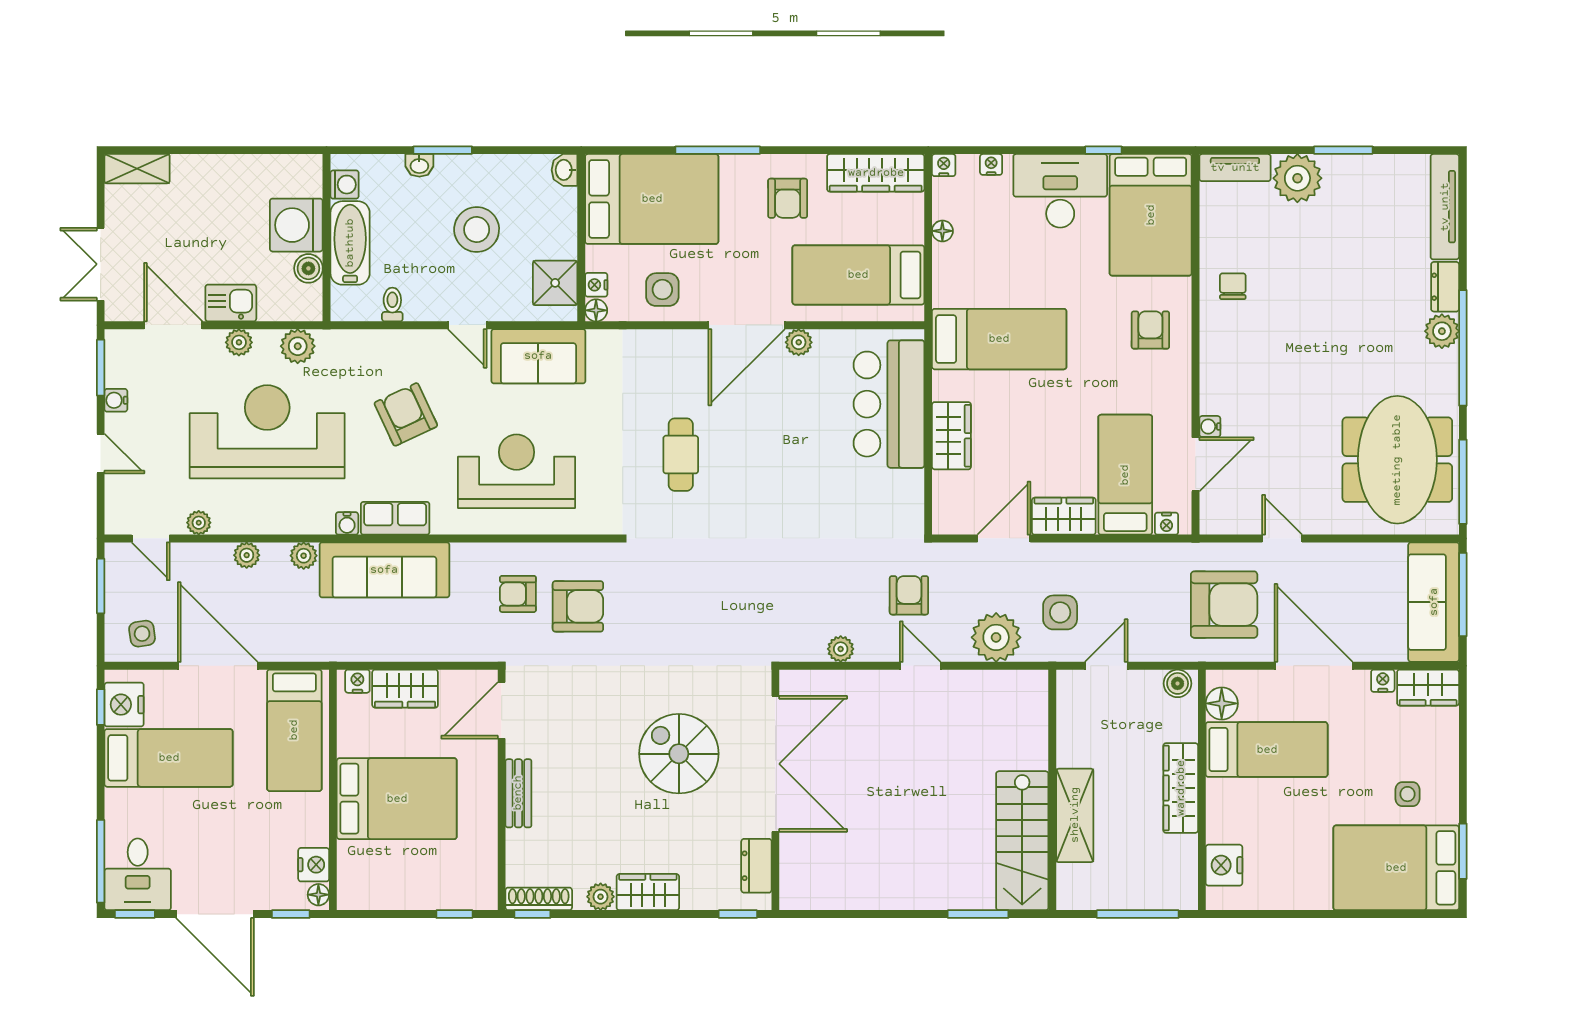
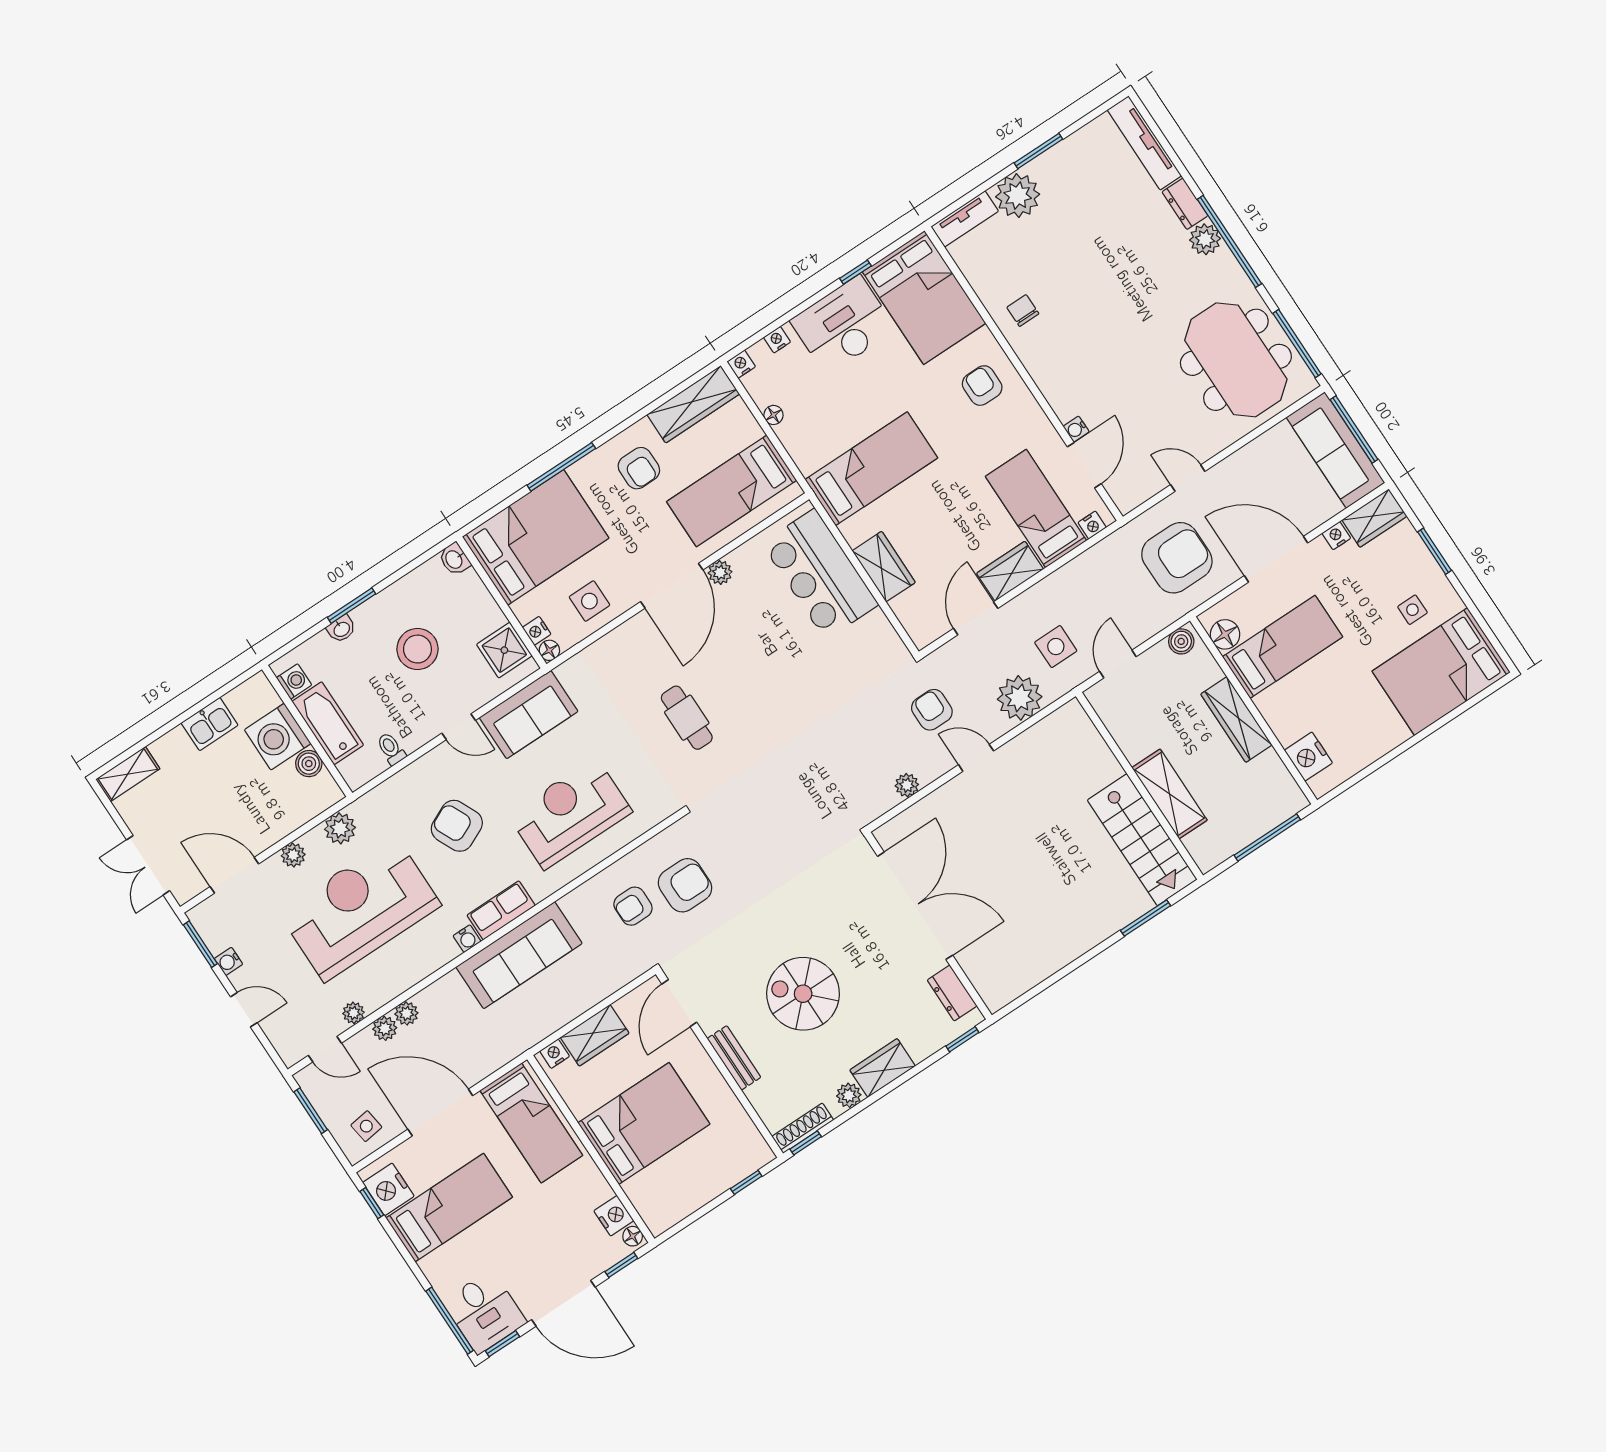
kitchen sink: (231, 303) -> (210, 724), moved, turned 180
plant: (304, 556) -> (385, 1028), moved
spiral stairs: (679, 754) -> (803, 994), moved
window: (1463, 851) -> (1434, 551), moved

